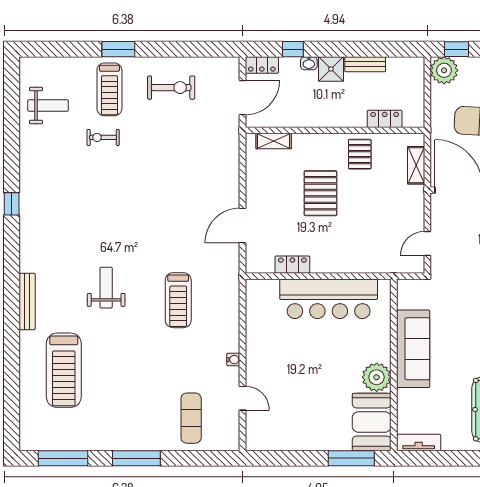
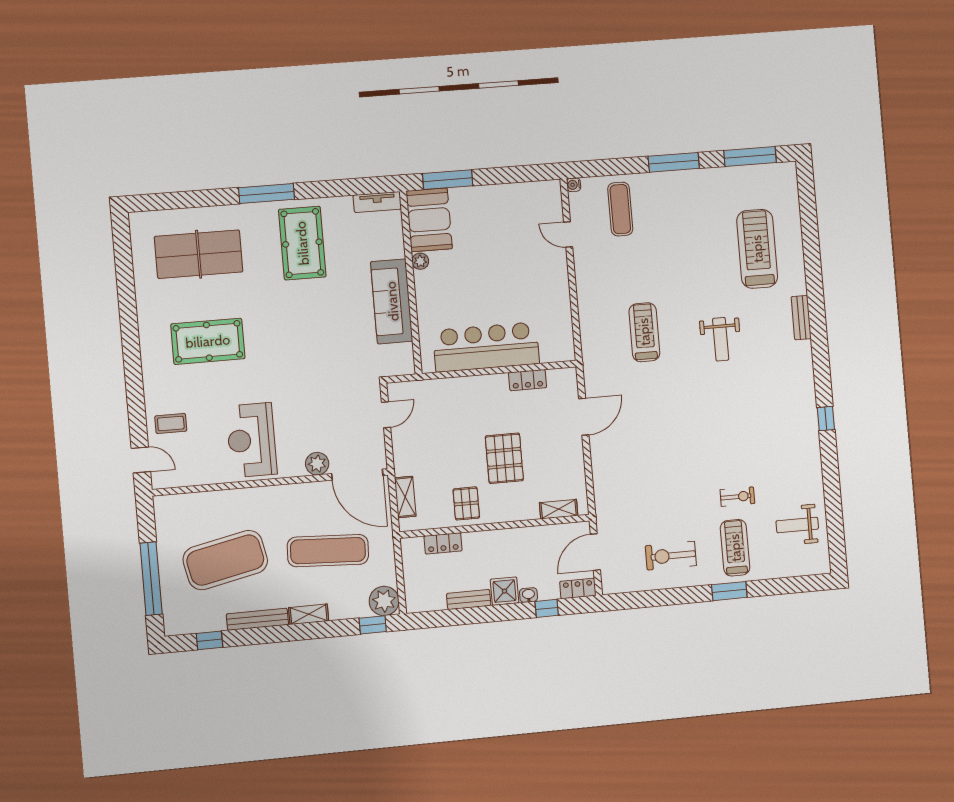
bench: (27, 302) -> (801, 318), width x0.73
water cooler: (233, 360) -> (574, 185), moved
plant: (377, 377) -> (420, 261), width x0.53, depth x0.53

